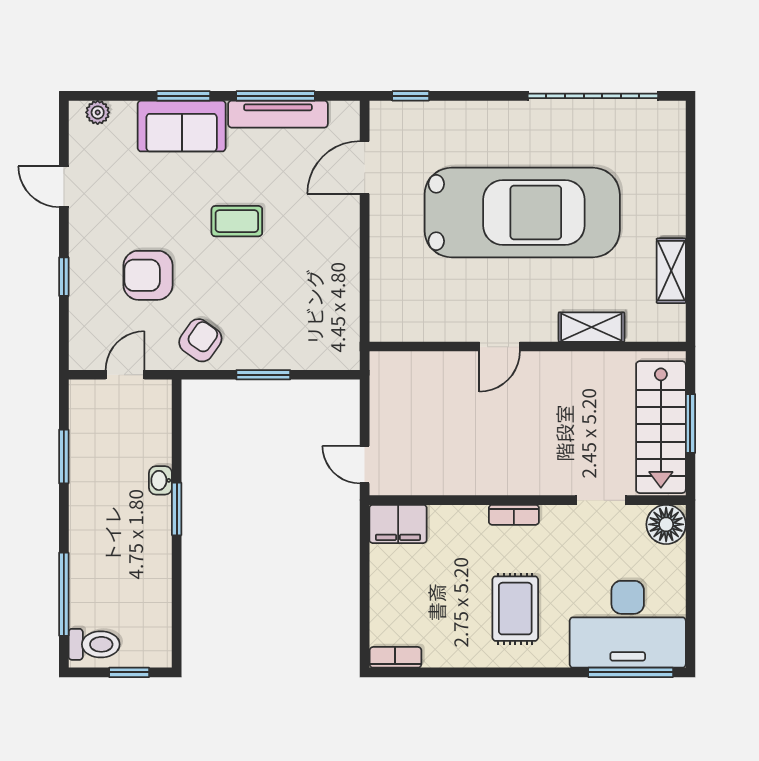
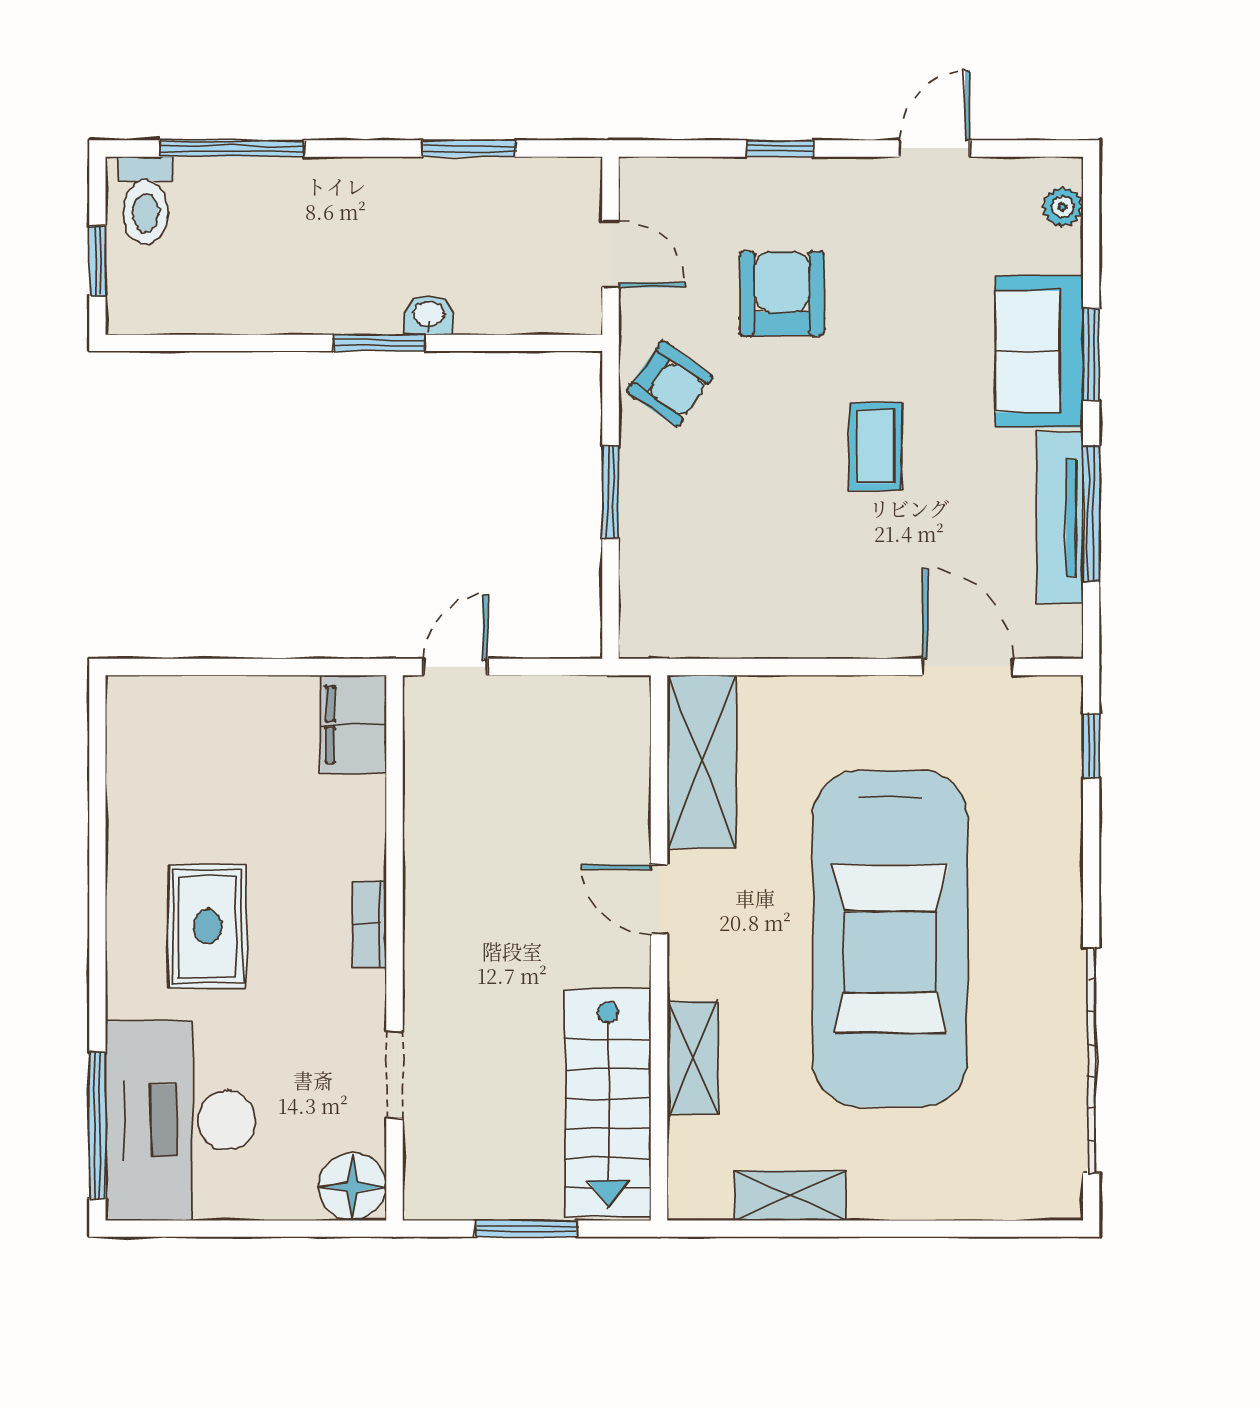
shelving: (420, 322) -> (702, 762), added
stairs: (661, 427) -> (608, 1103), moved, turned -90
rug: (515, 609) -> (207, 927), turned 90
bookcase: (395, 657) -> (123, 720), removed

